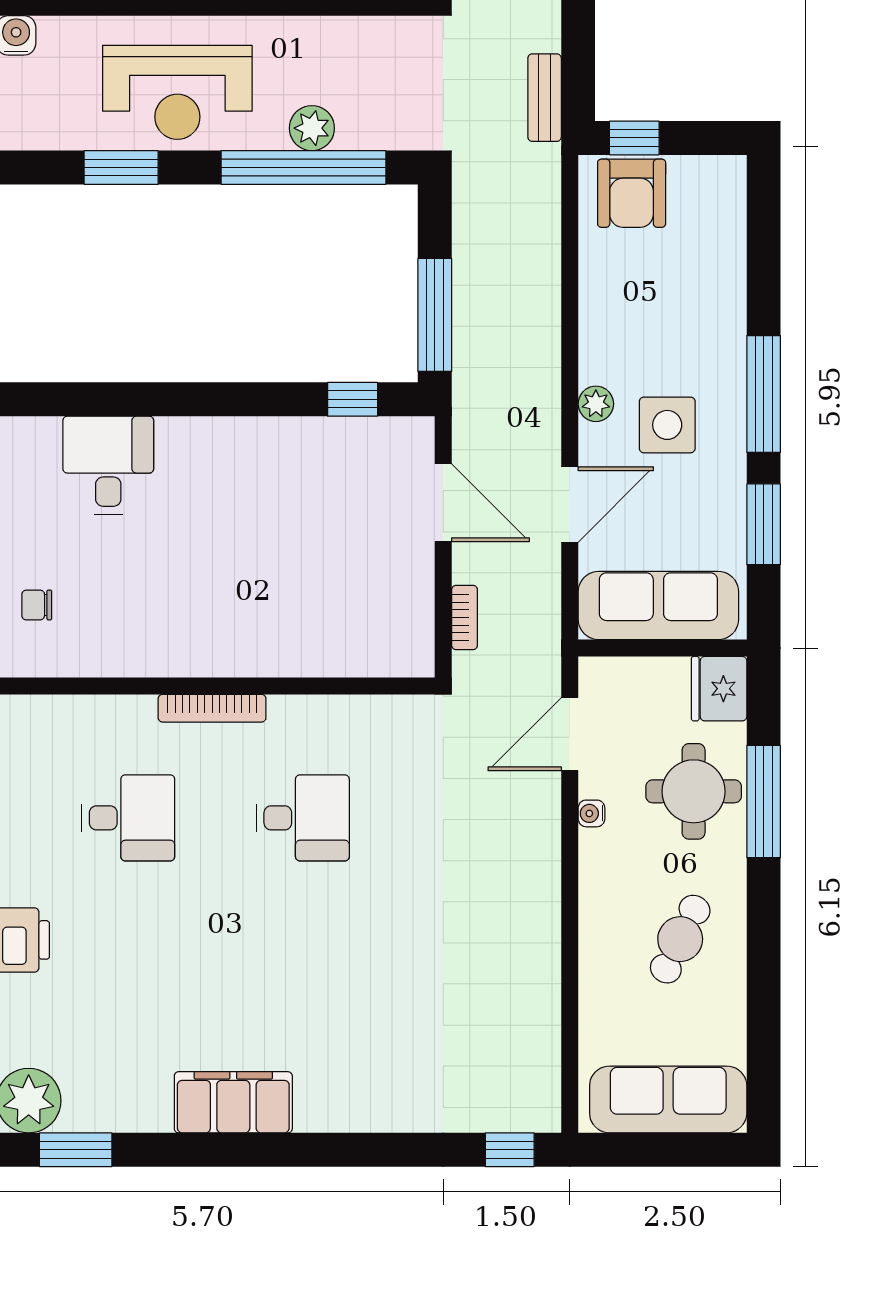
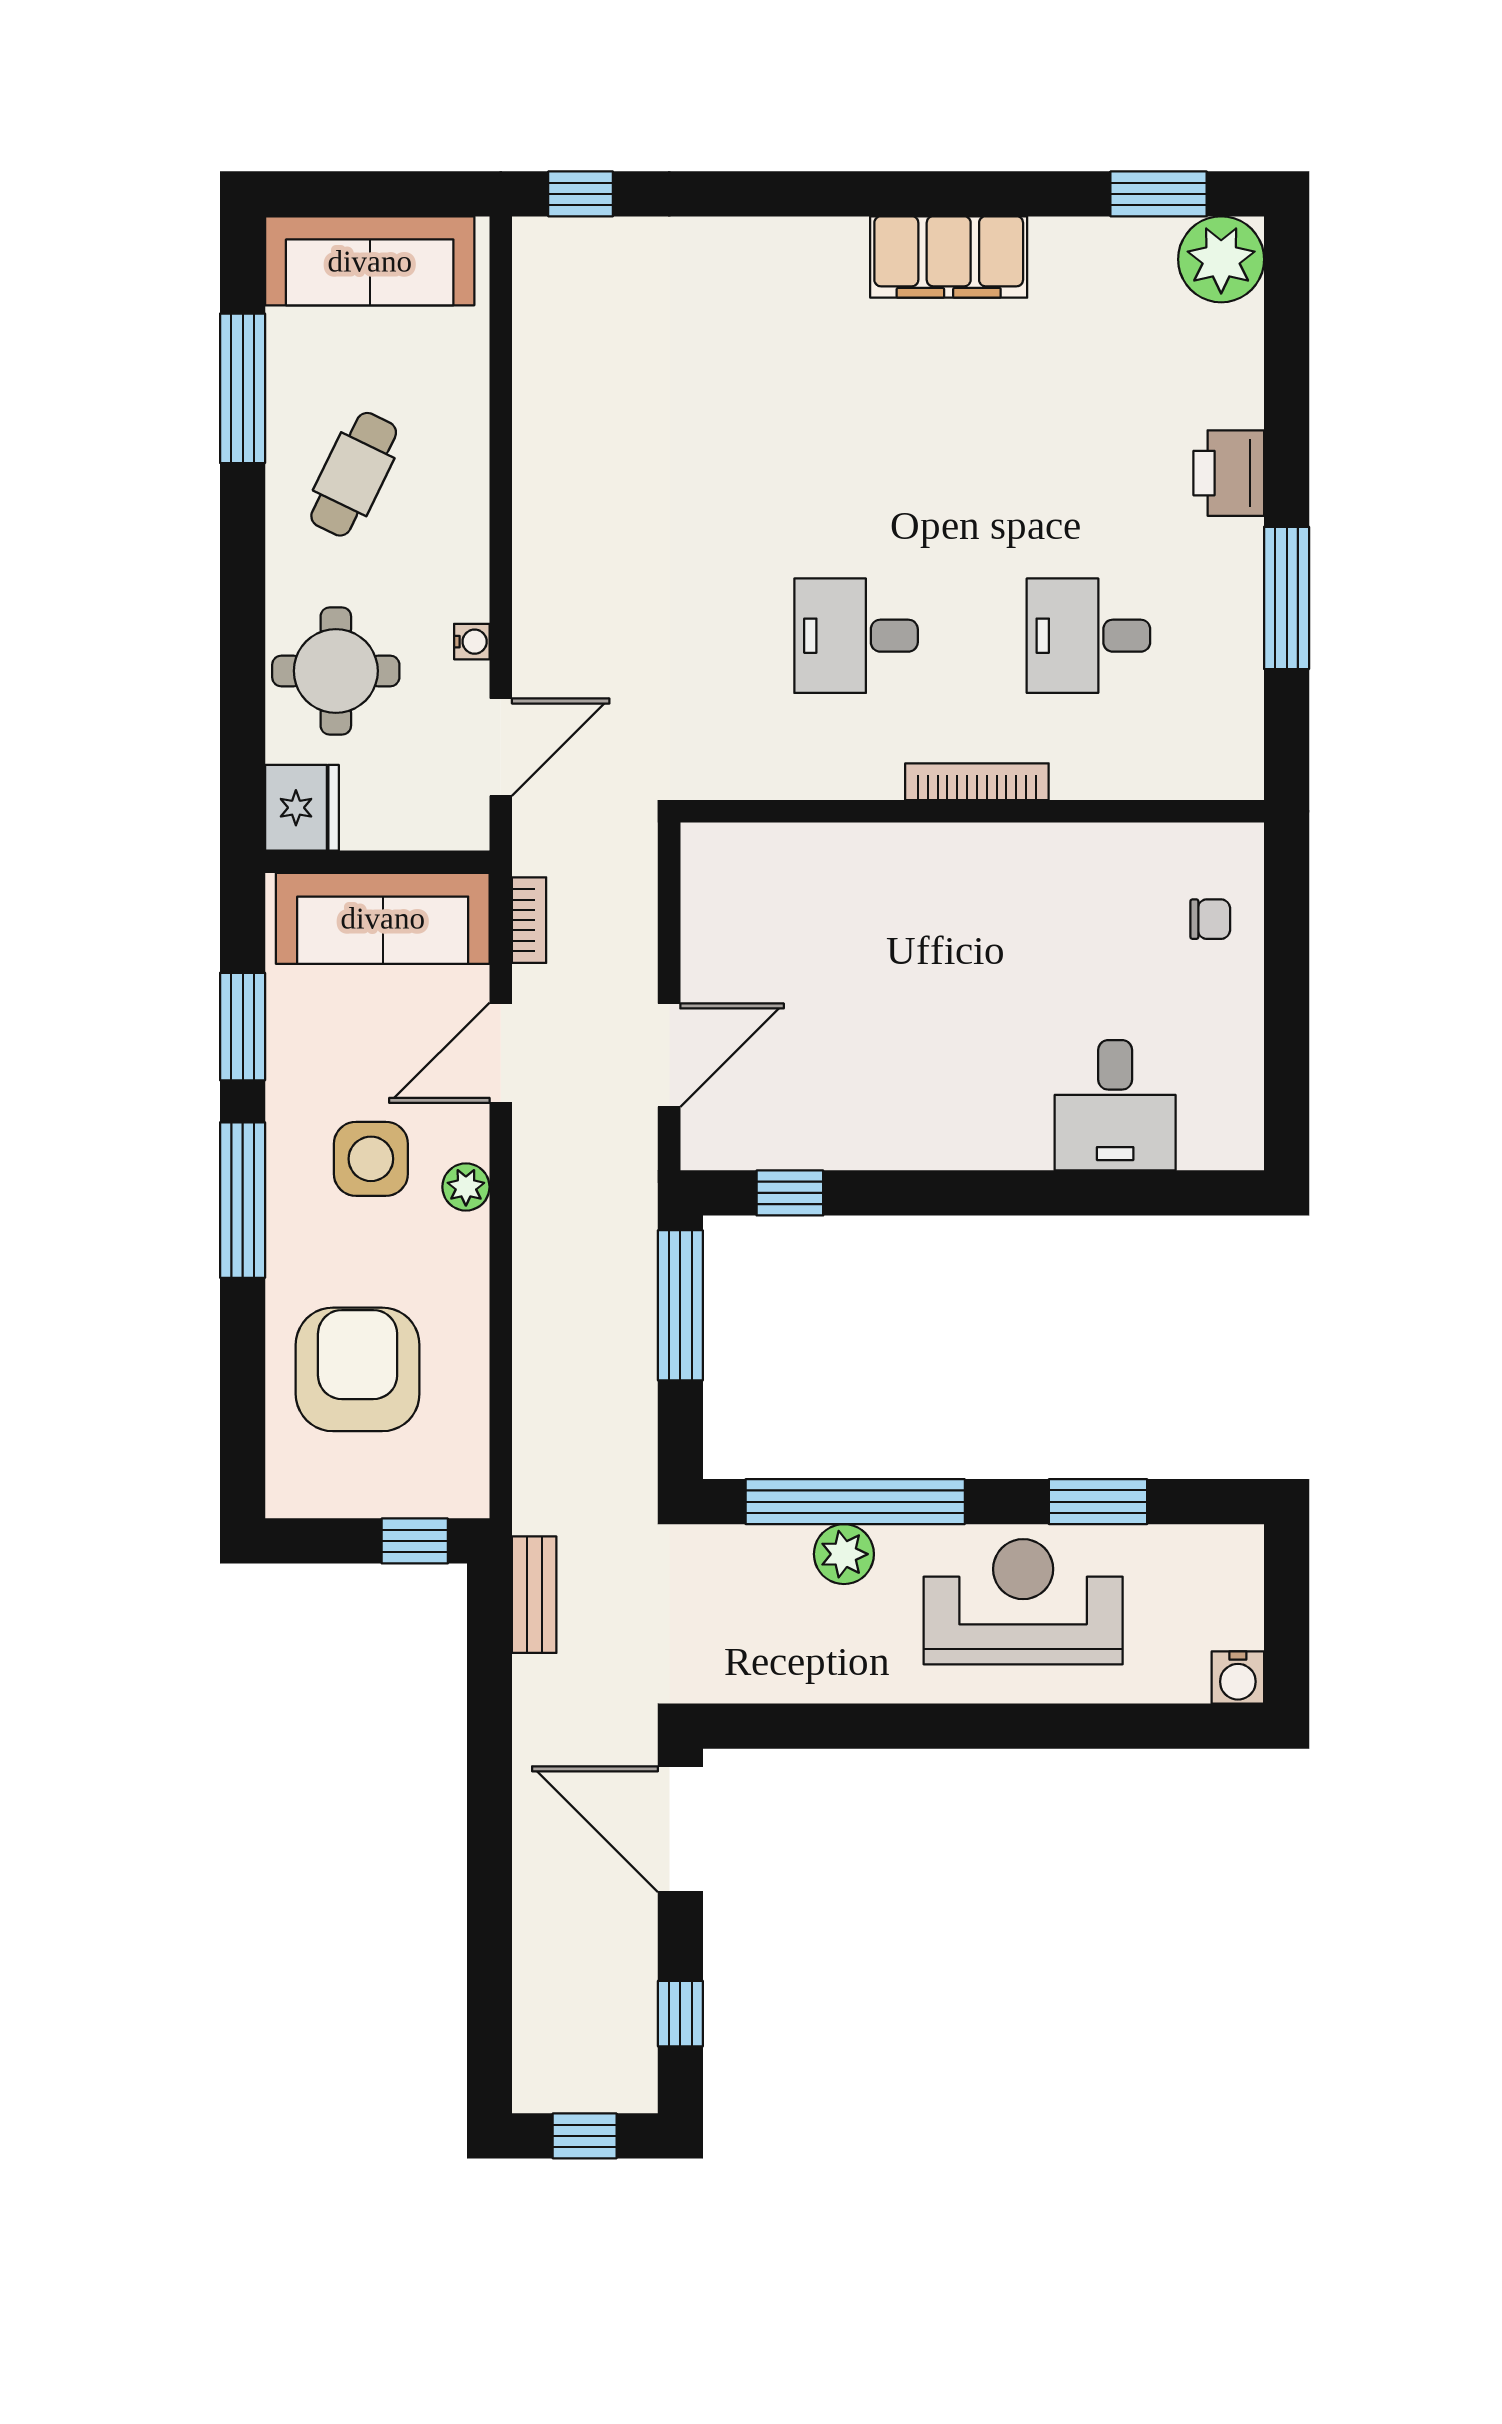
armchair: (632, 193) -> (358, 1369), moved, width x1.36, depth x1.36
door: (443, 503) -> (669, 1055), swing flipped
bookcase: (465, 617) -> (529, 920), moved, turned 180
window: (764, 802) -> (243, 388), moved

